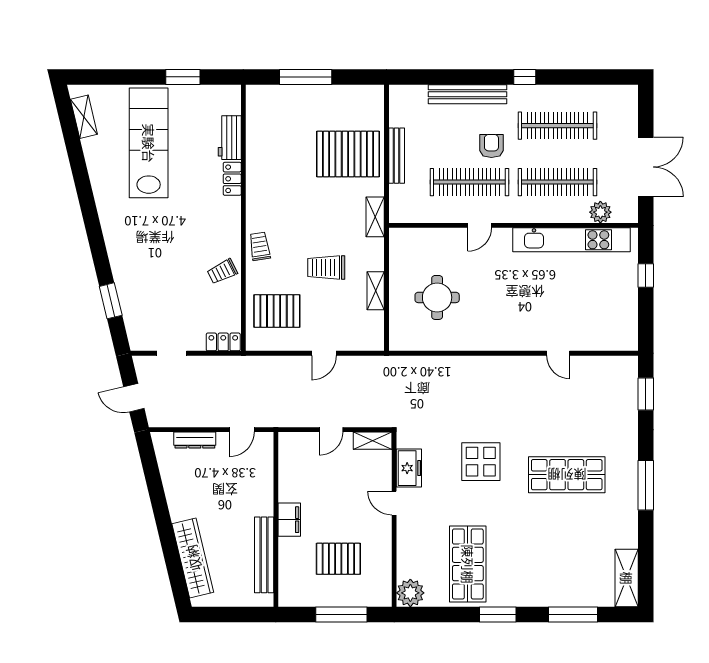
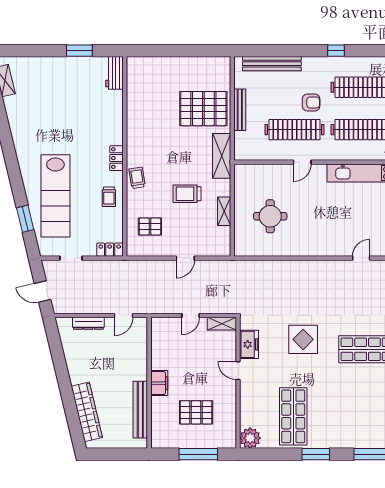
window: (306, 77) -> (172, 51), removed
bench: (467, 94) -> (272, 64), moved
workbench: (230, 138) -> (115, 73), moved
lab bench: (149, 143) -> (55, 196), moved, turned 180
armchair: (491, 146) -> (311, 102), turned 90
locker: (232, 179) -> (116, 158), moved
shelving: (375, 217) -> (222, 156), width x1.50, depth x1.33
trolley: (222, 272) -> (109, 197), turned -64
pallet: (277, 311) -> (150, 226), width x0.67, depth x0.71
door: (558, 353) -> (361, 258), swing flipped

